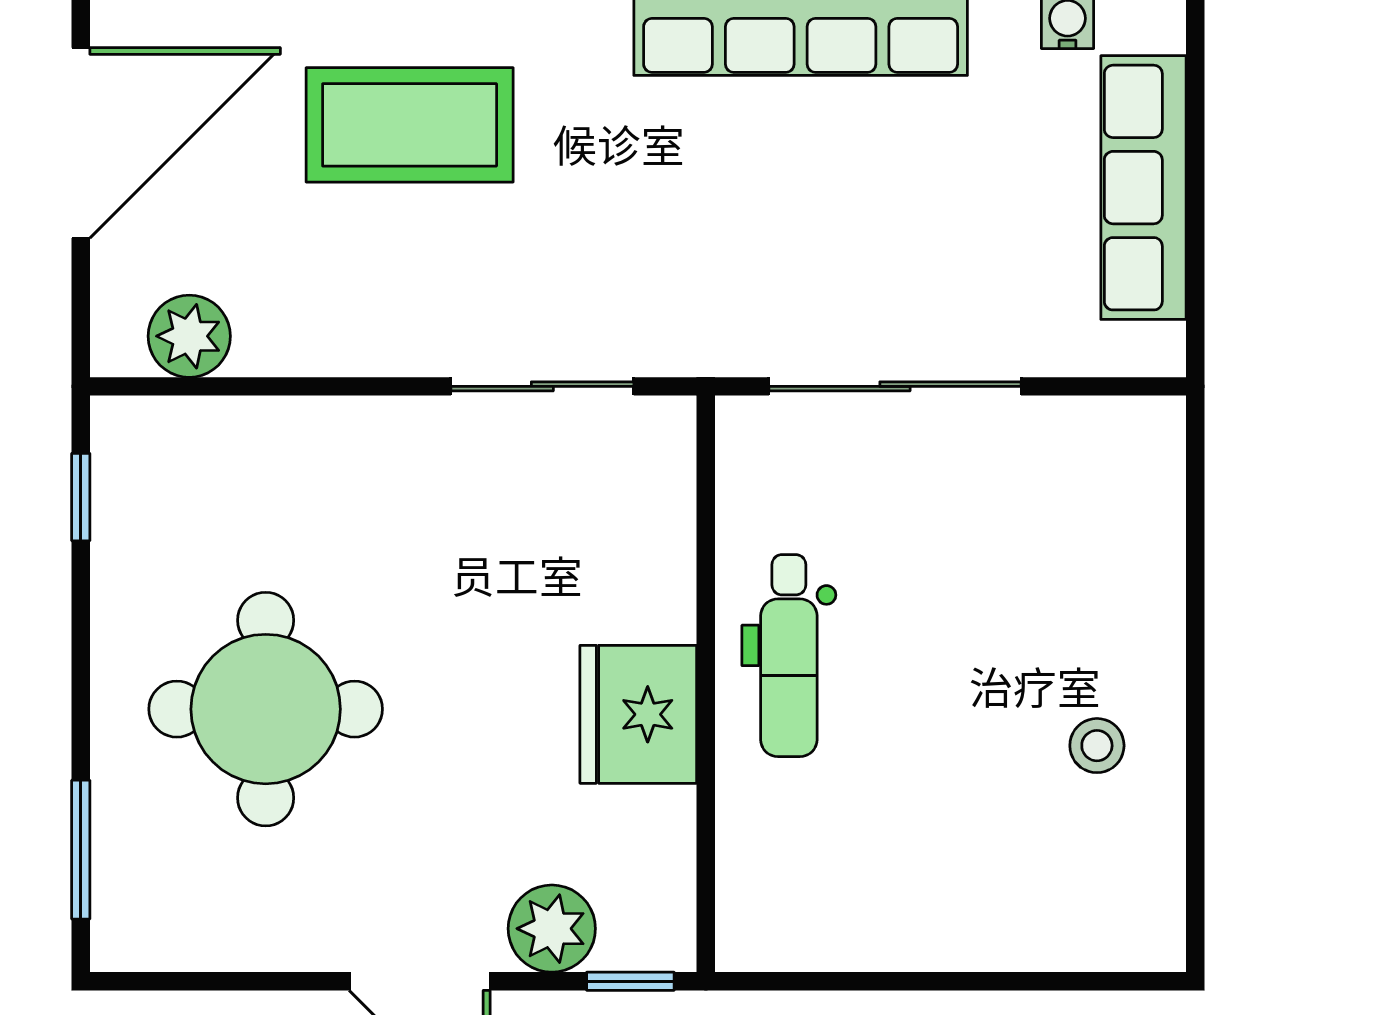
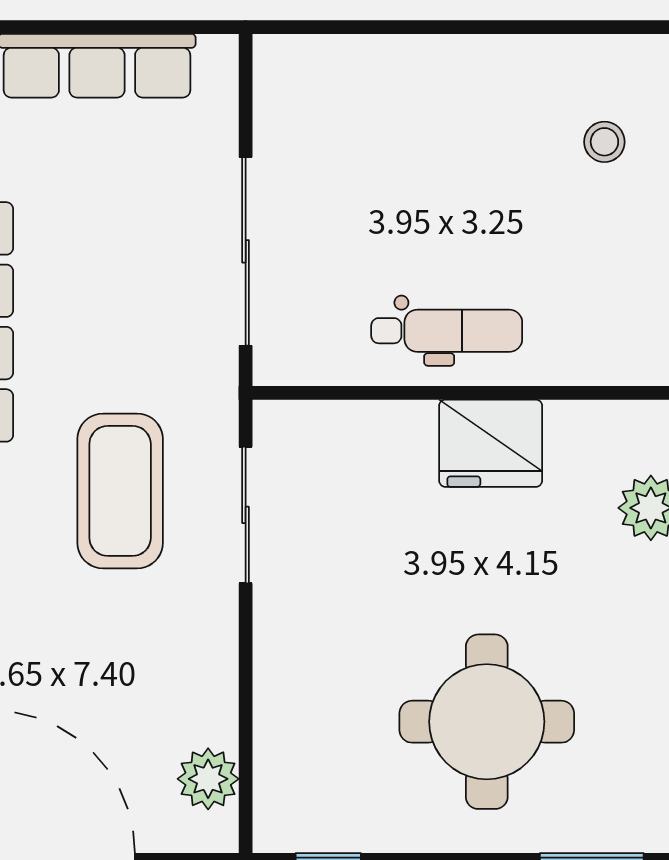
coffee table: (410, 125) -> (120, 491), moved
stool: (1097, 746) -> (604, 142), moved

